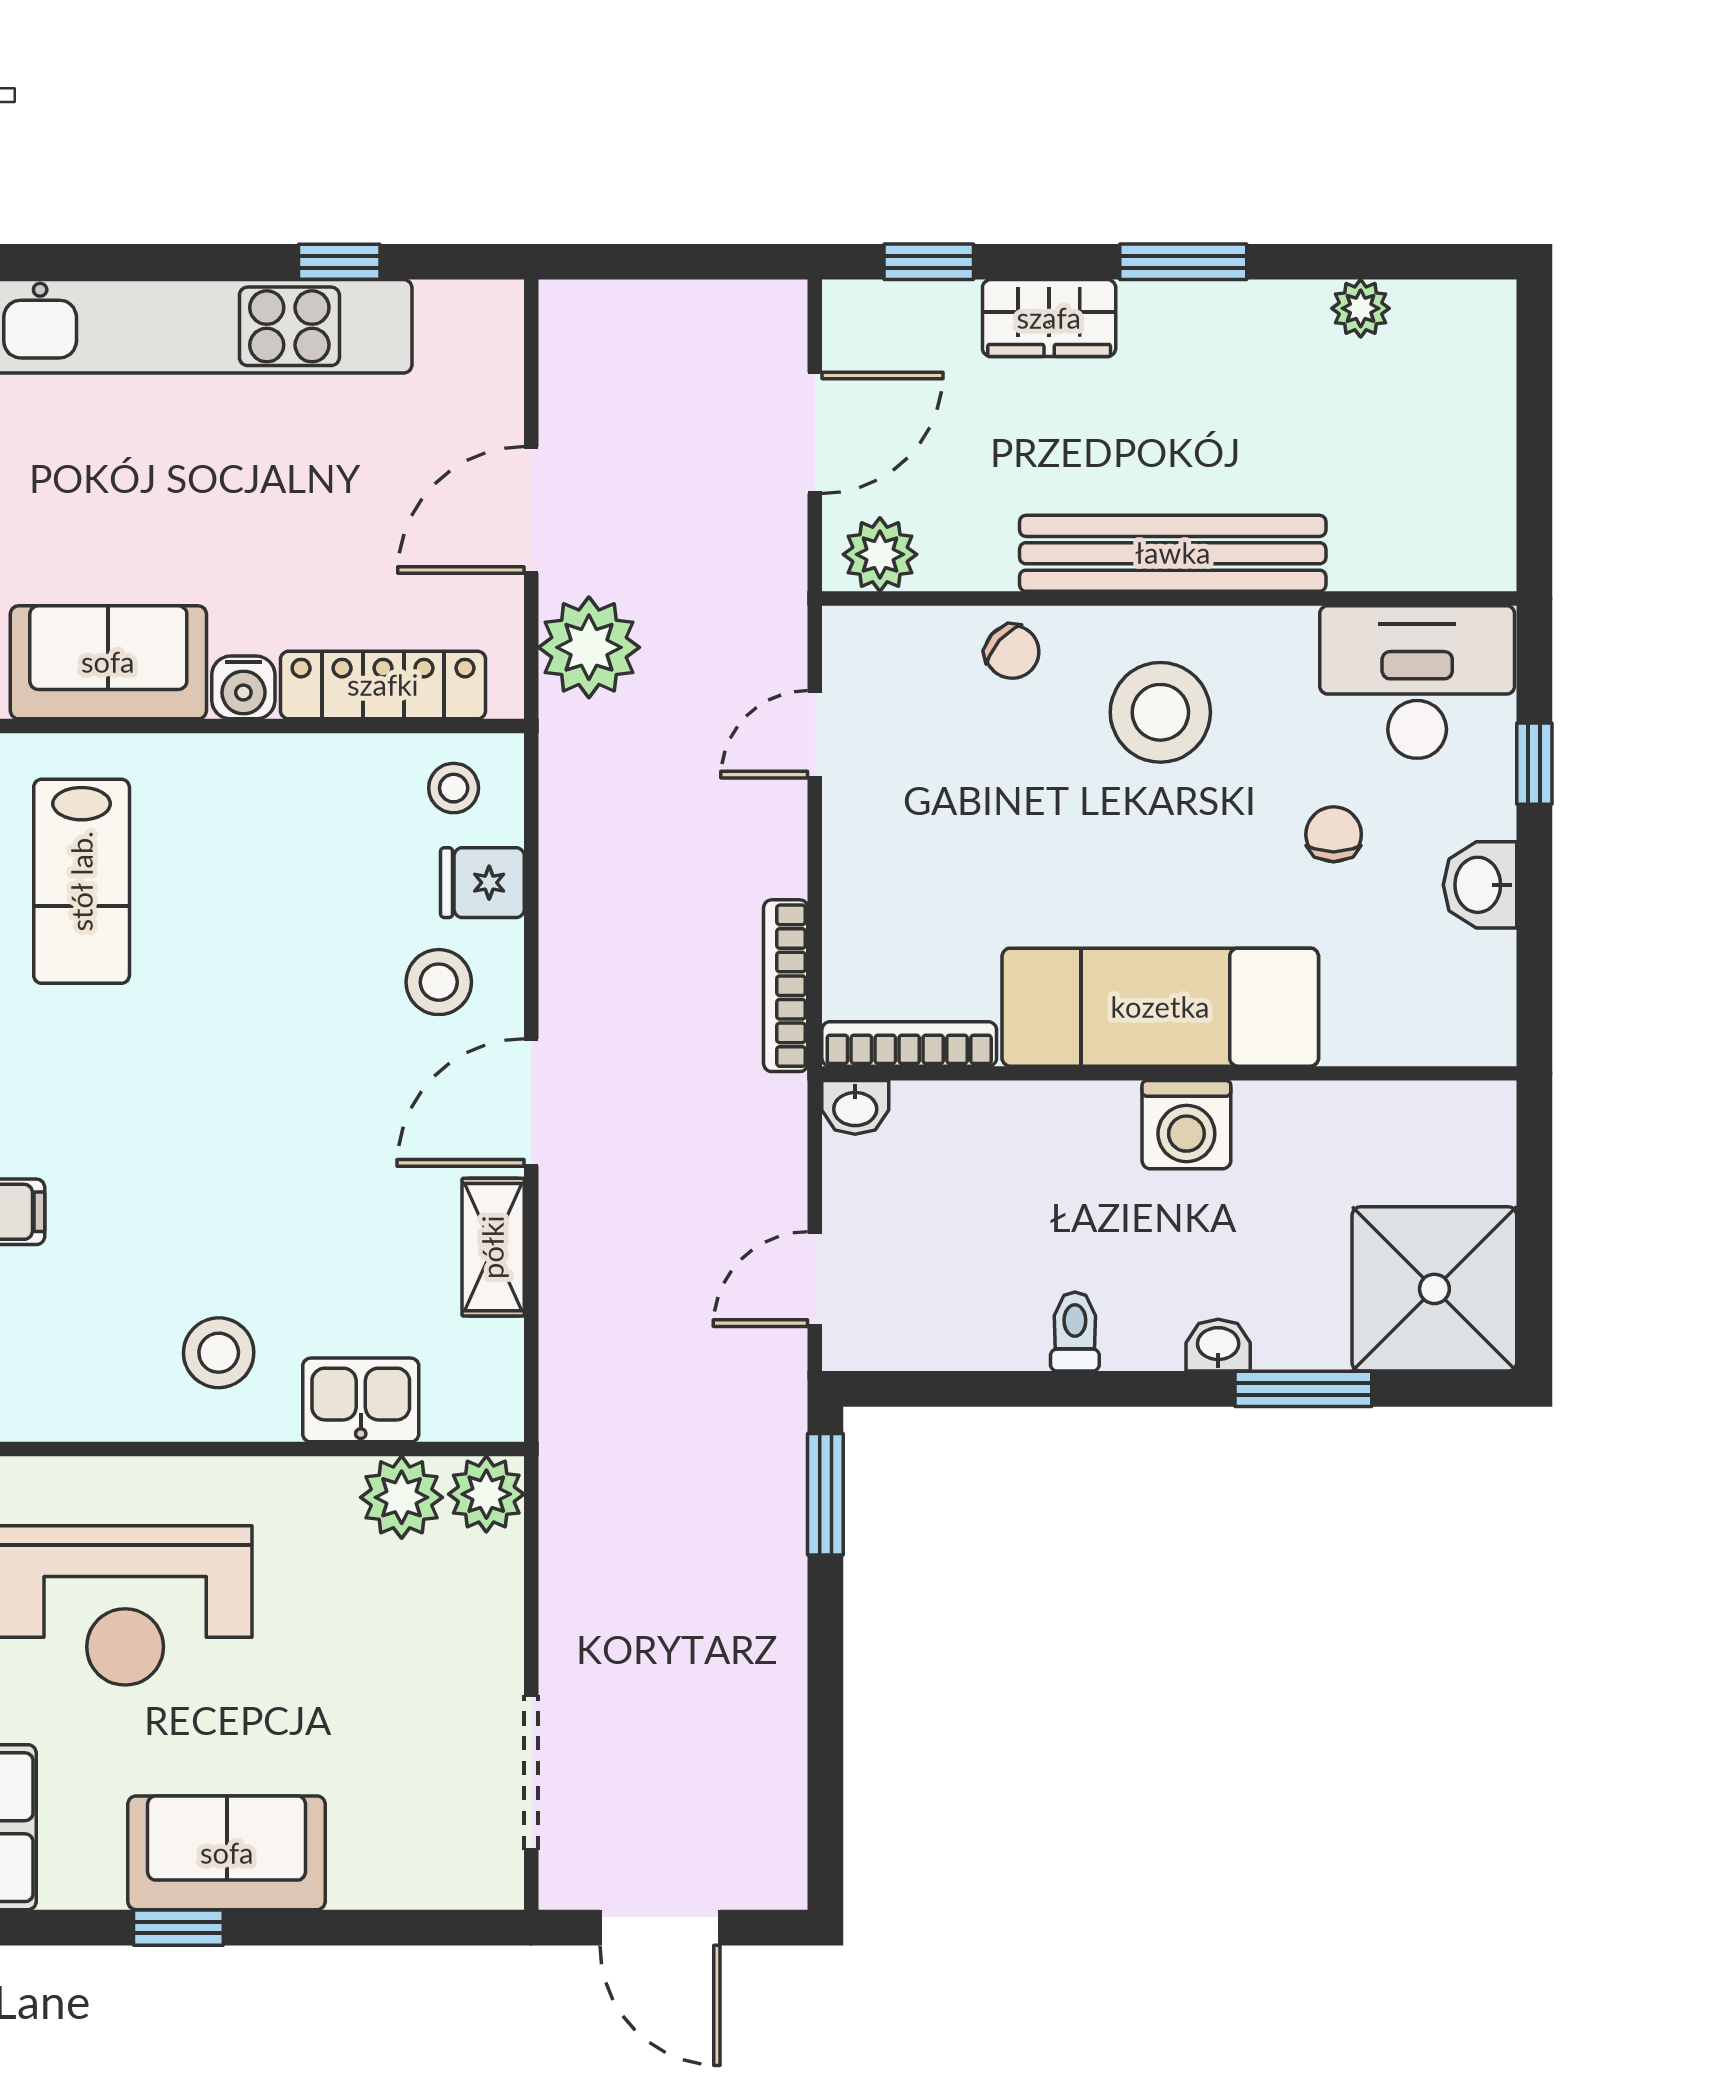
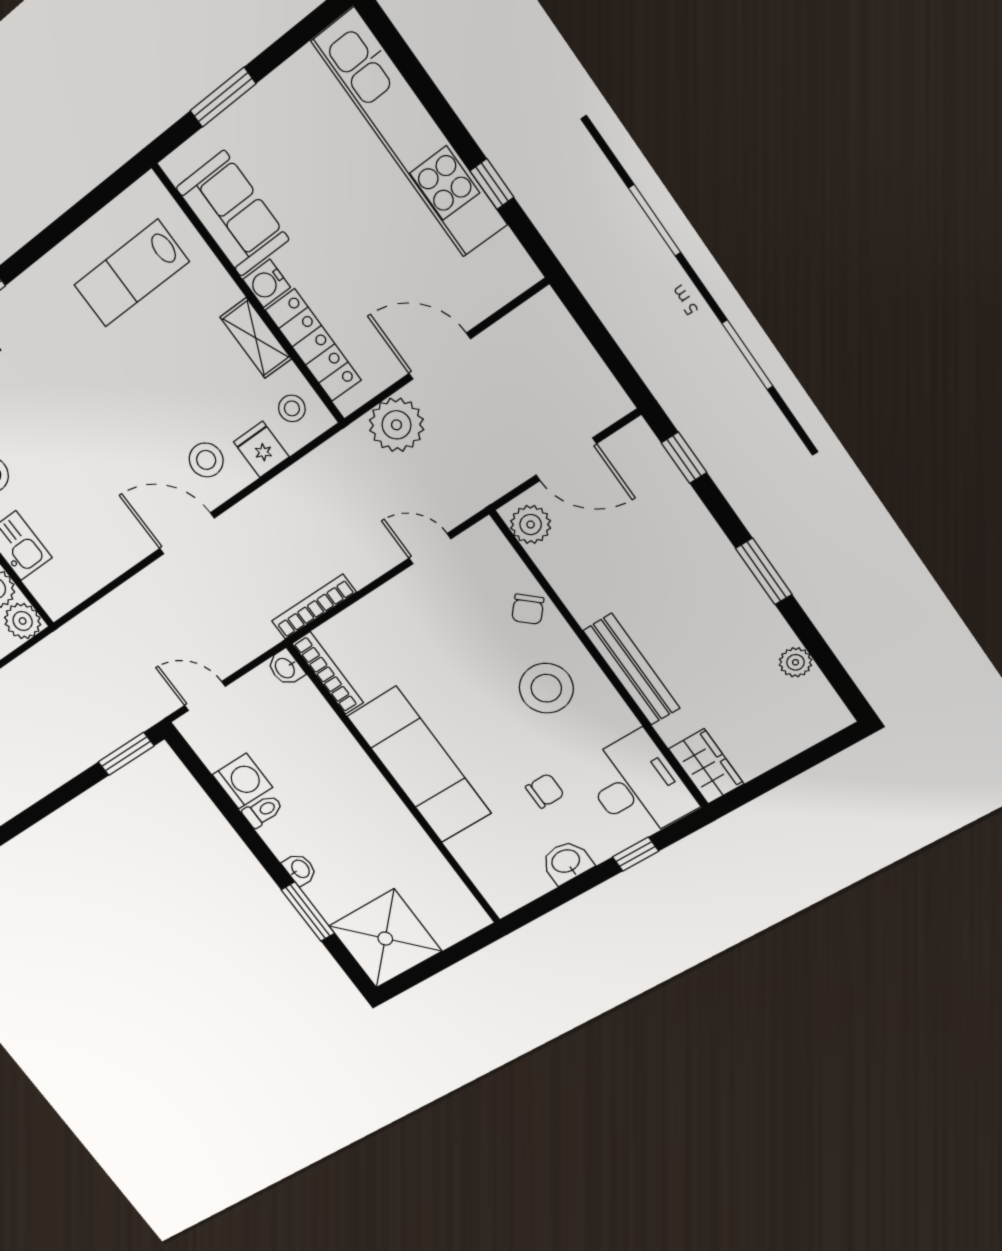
wardrobe: (1049, 318) -> (706, 766), moved, turned 180
bench: (1173, 553) -> (631, 669), width x0.73, depth x0.82
washing machine: (1186, 1125) -> (242, 781), moved, turned 180
shelving: (493, 1247) -> (256, 338), moved, turned 90

